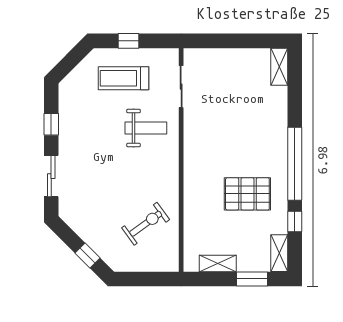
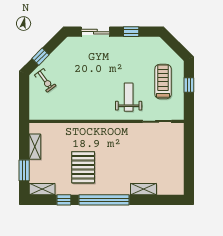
shelving: (279, 67) -> (143, 189), moved
weight bench: (146, 128) -> (129, 97), turned 180
exercise bike: (146, 224) -> (45, 80), moved, width x0.73, depth x0.72

